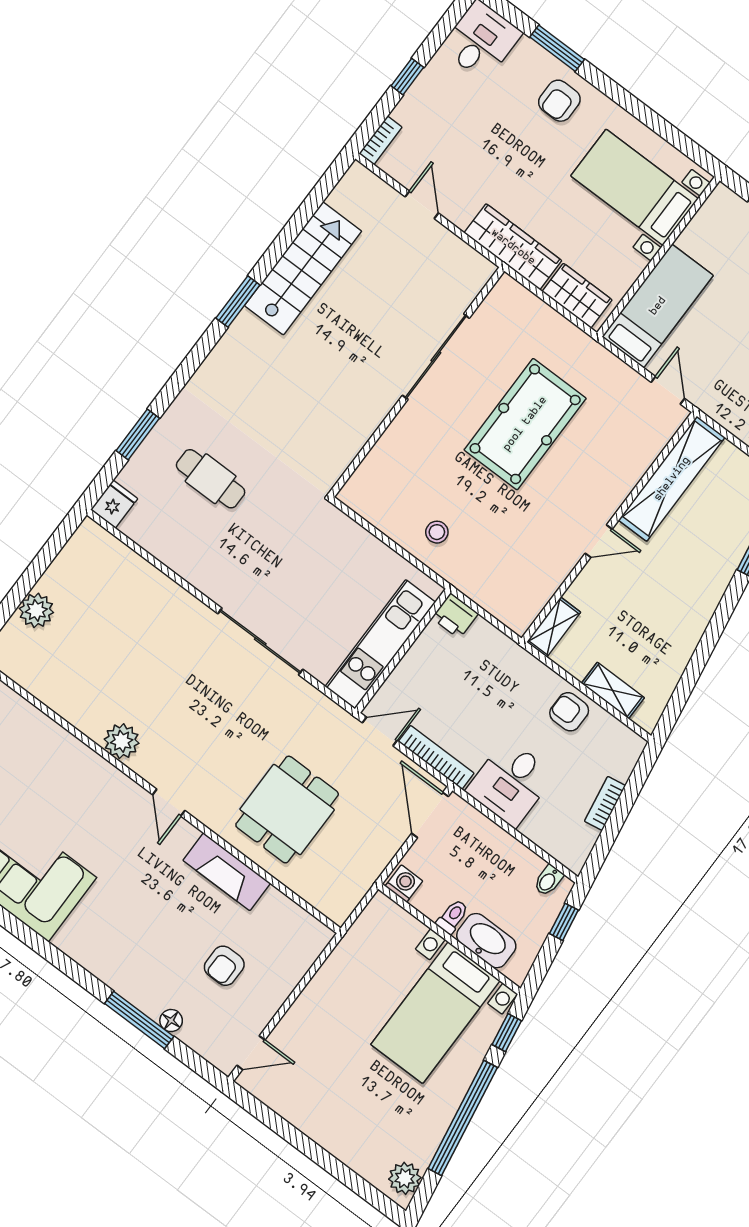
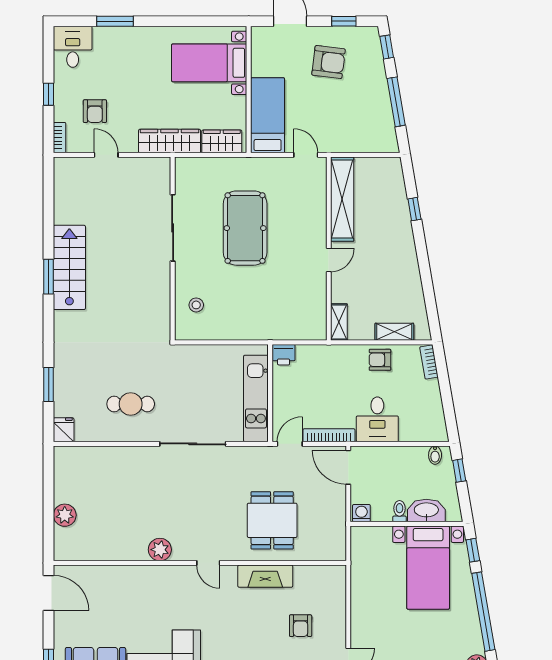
armchair: (559, 101) -> (95, 111), moved
stairs: (303, 268) -> (69, 267), moved
cafe table: (211, 479) -> (131, 404), moved
stool: (437, 532) -> (196, 305), moved
bookcase: (605, 803) -> (429, 362), moved

